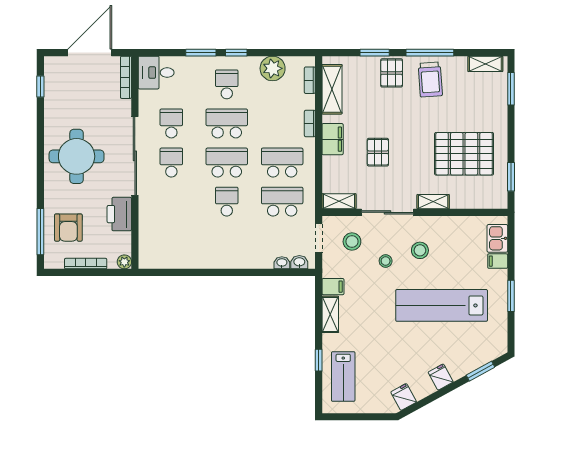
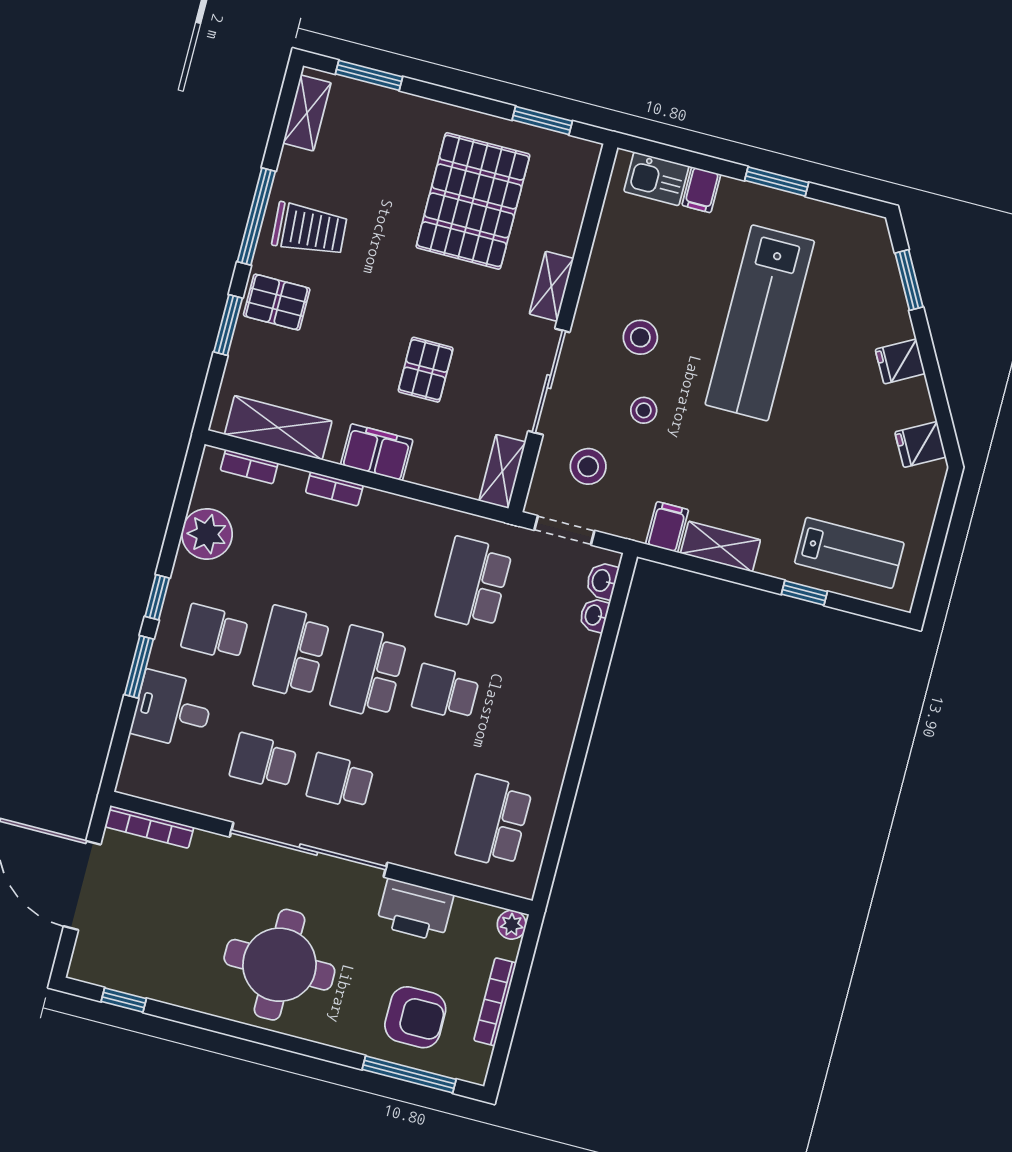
desk: (156, 73) -> (172, 710), moved, turned 90
pallet: (378, 152) -> (426, 370), turned 90
school desk: (282, 163) -> (494, 821), moved

